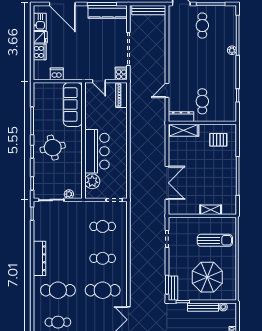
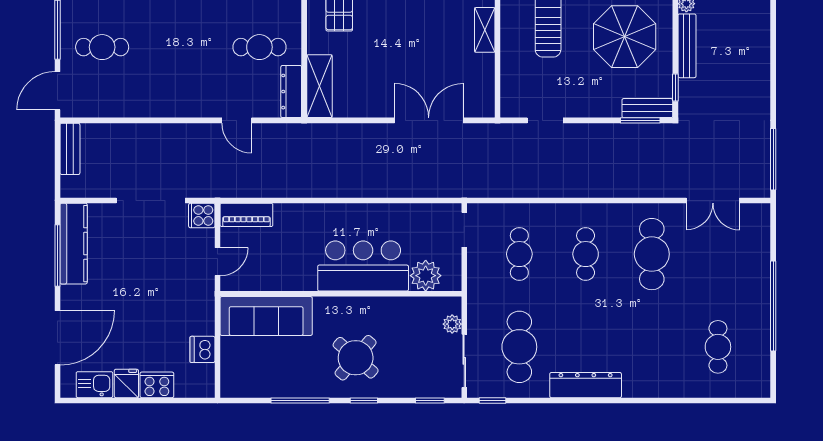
bench: (149, 10) -> (70, 149), width x0.73
round table: (53, 148) -> (356, 358), turned -36
cafe table: (58, 290) -> (519, 347), moved

